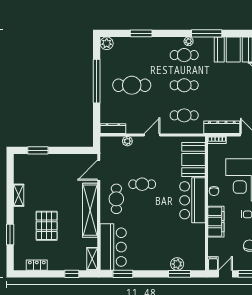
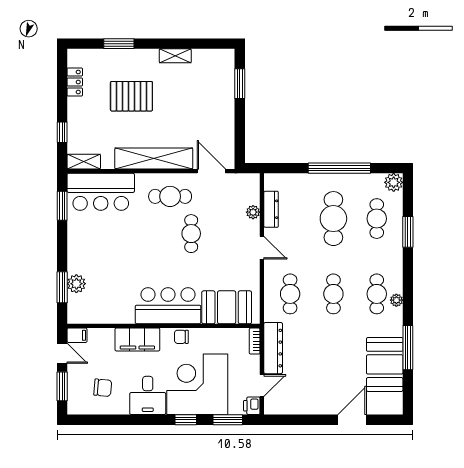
window: (207, 33) -> (408, 348), moved
cafe table: (132, 55) -> (377, 219), added
dresser: (113, 129) -> (271, 209), moved

